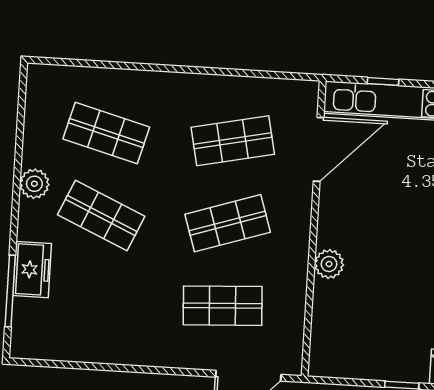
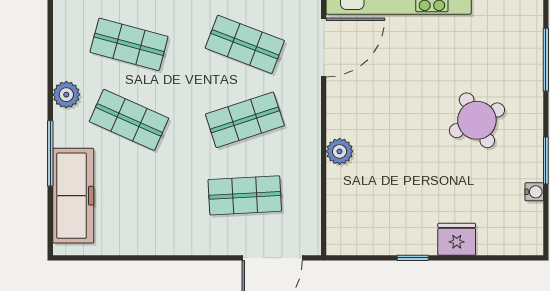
shop shelf: (233, 141) -> (245, 44), turned 33
freezer: (32, 270) -> (73, 196), width x1.91, depth x1.26
window: (10, 291) -> (50, 153), moved

